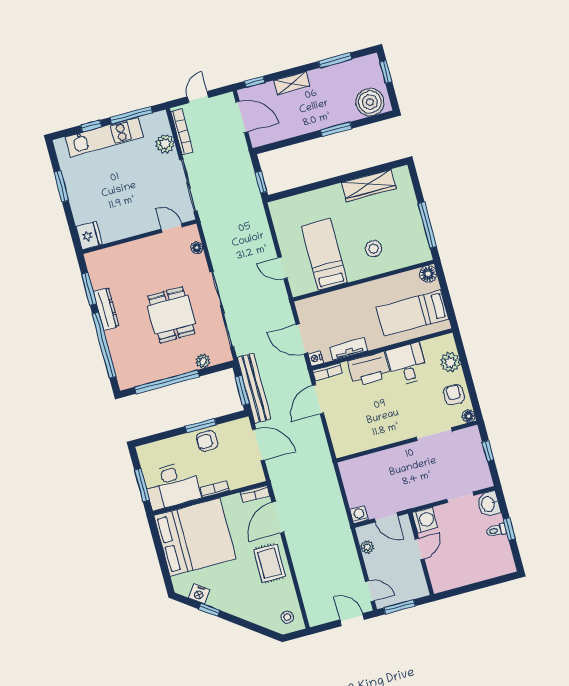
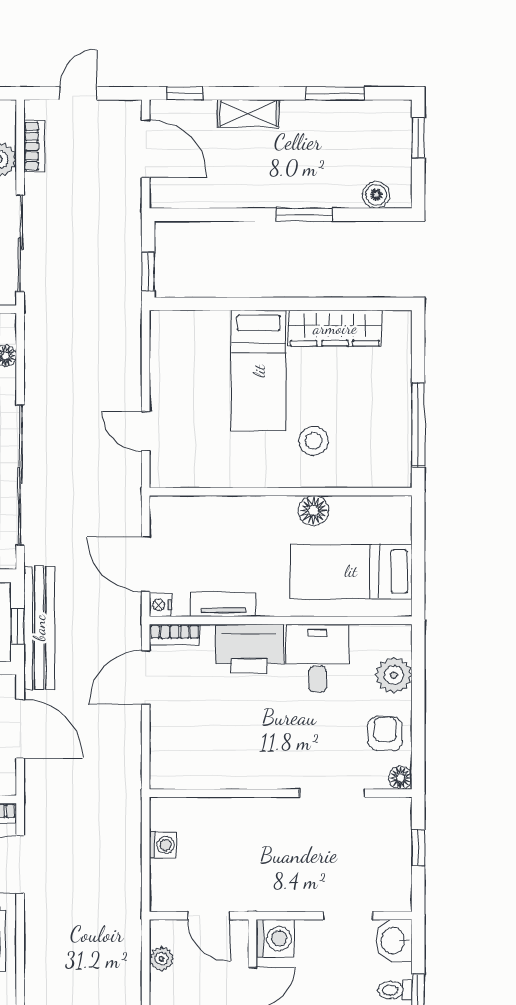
boiler: (370, 102) -> (376, 195), width x0.54, depth x0.54
bookcase: (182, 132) -> (34, 146), width x0.64
bed: (324, 254) -> (259, 371), moved, turned 180
floor lamp: (428, 274) -> (314, 510), moved
window: (242, 390) -> (18, 626), width x0.67
washing machine: (359, 515) -> (163, 845), moved, turned 90

